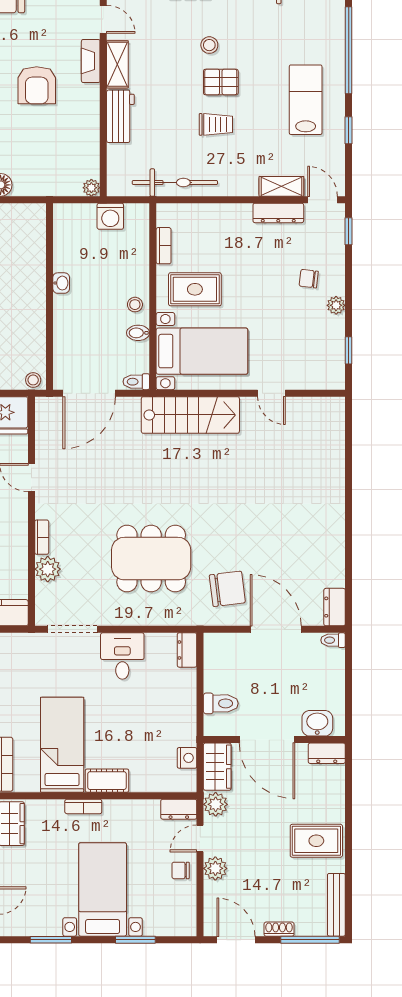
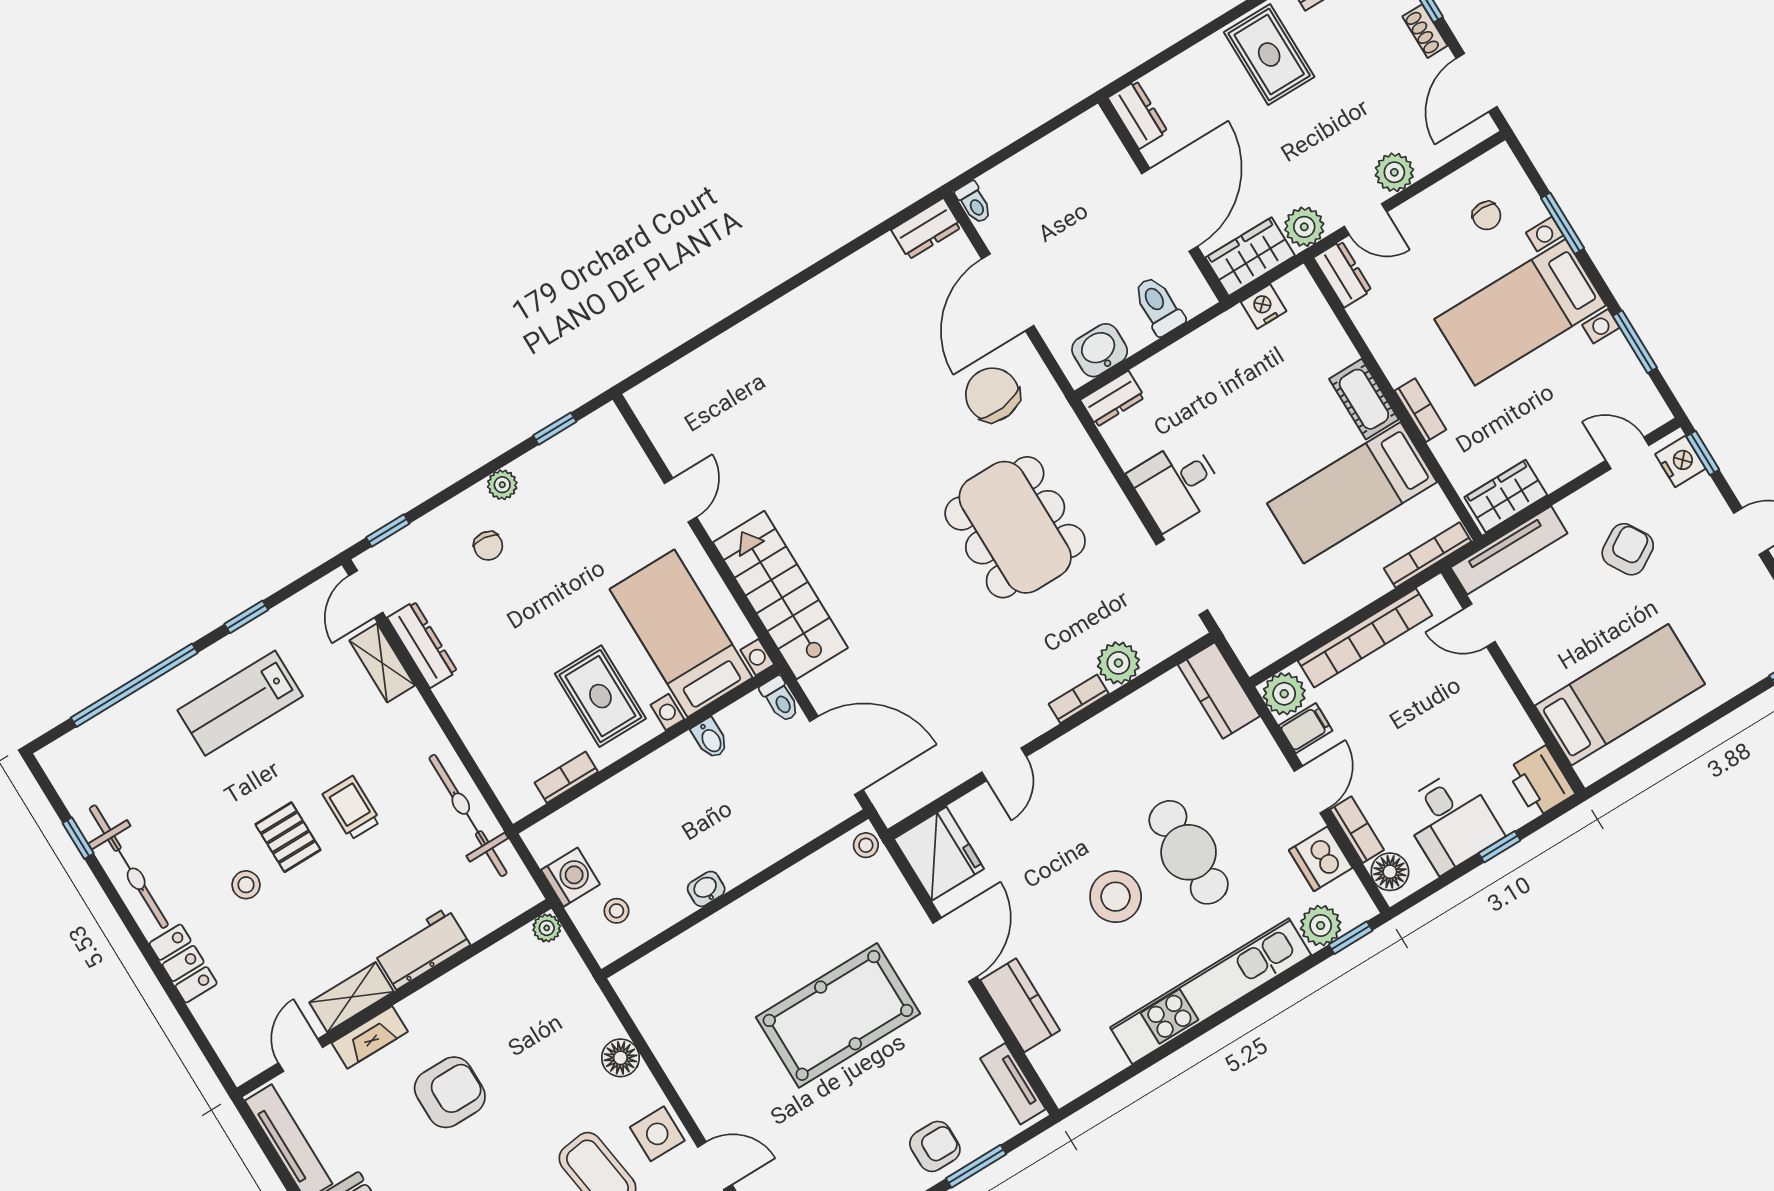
stool: (135, 305) -> (616, 911), moved
washbasin: (317, 723) -> (1100, 350), moved, turned 90
chair: (181, 870) -> (1487, 216), moved

